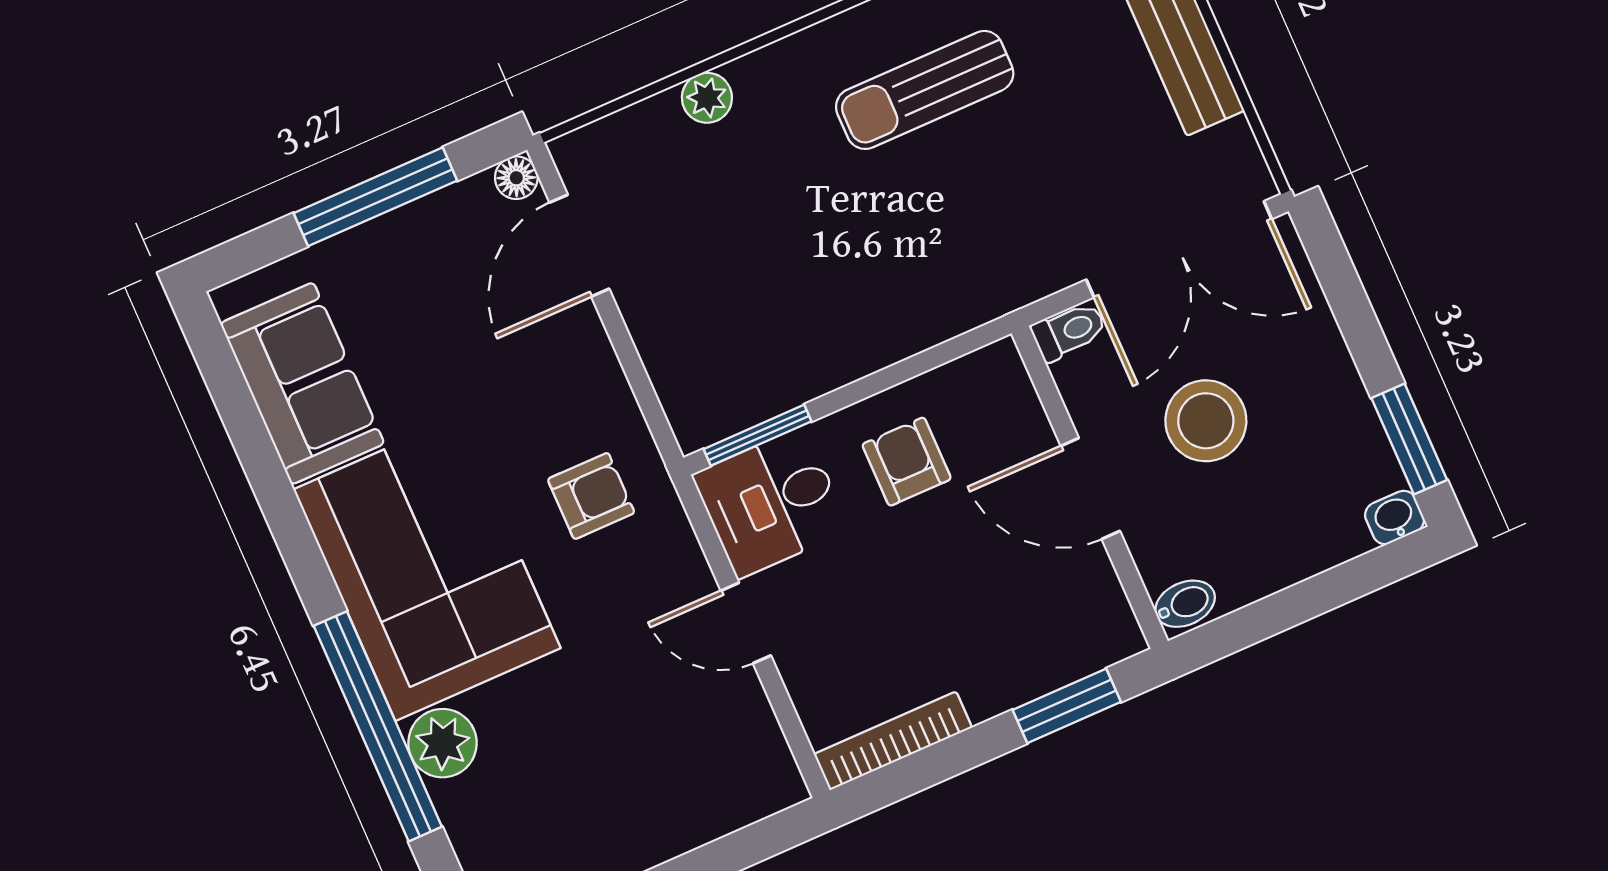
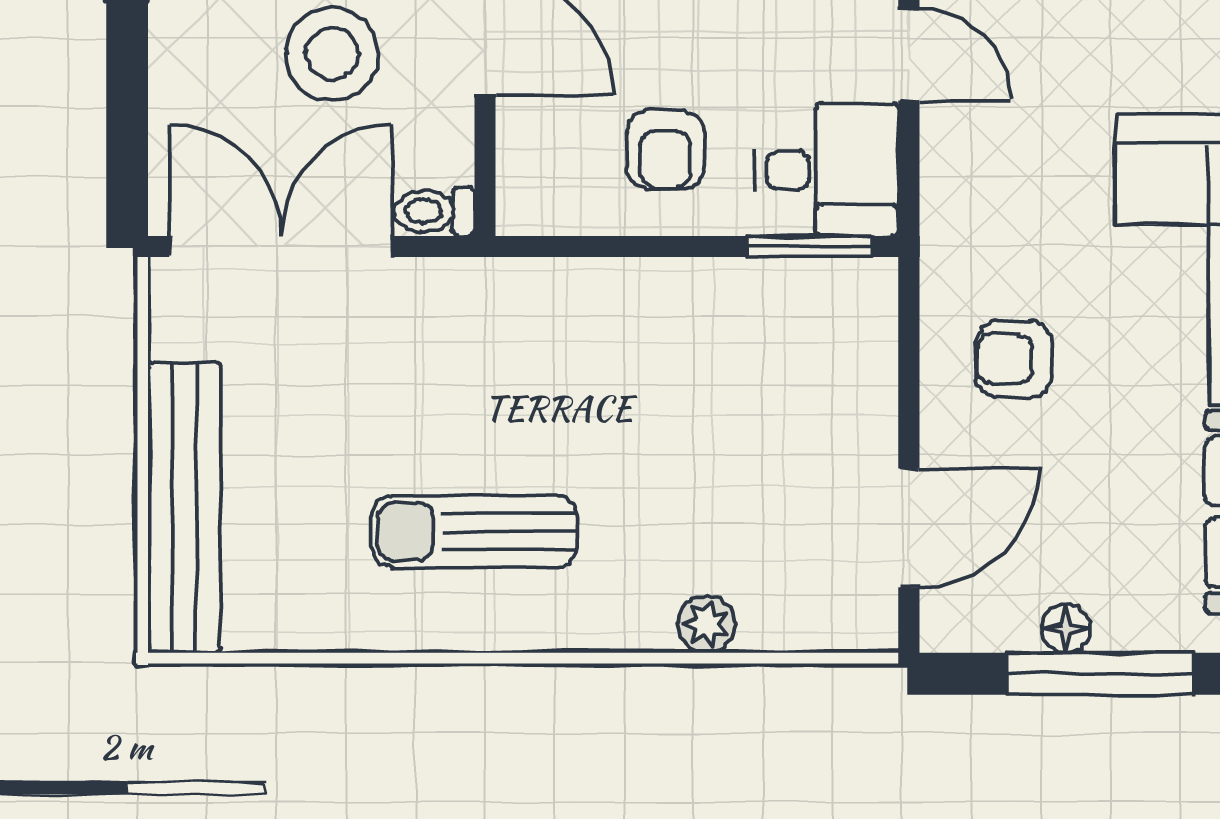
sun lounger: (925, 90) -> (474, 532), turned 180
floor lamp: (516, 178) -> (1066, 628), moved
armchair: (591, 496) -> (1014, 359), moved

